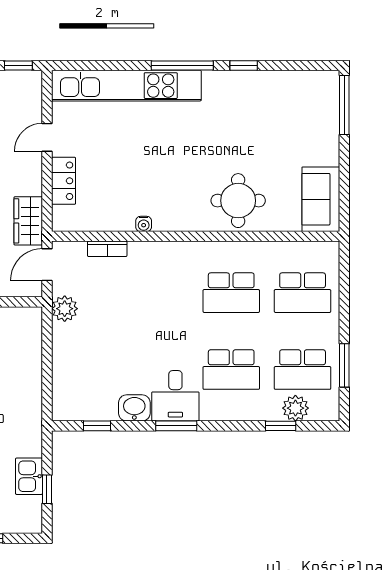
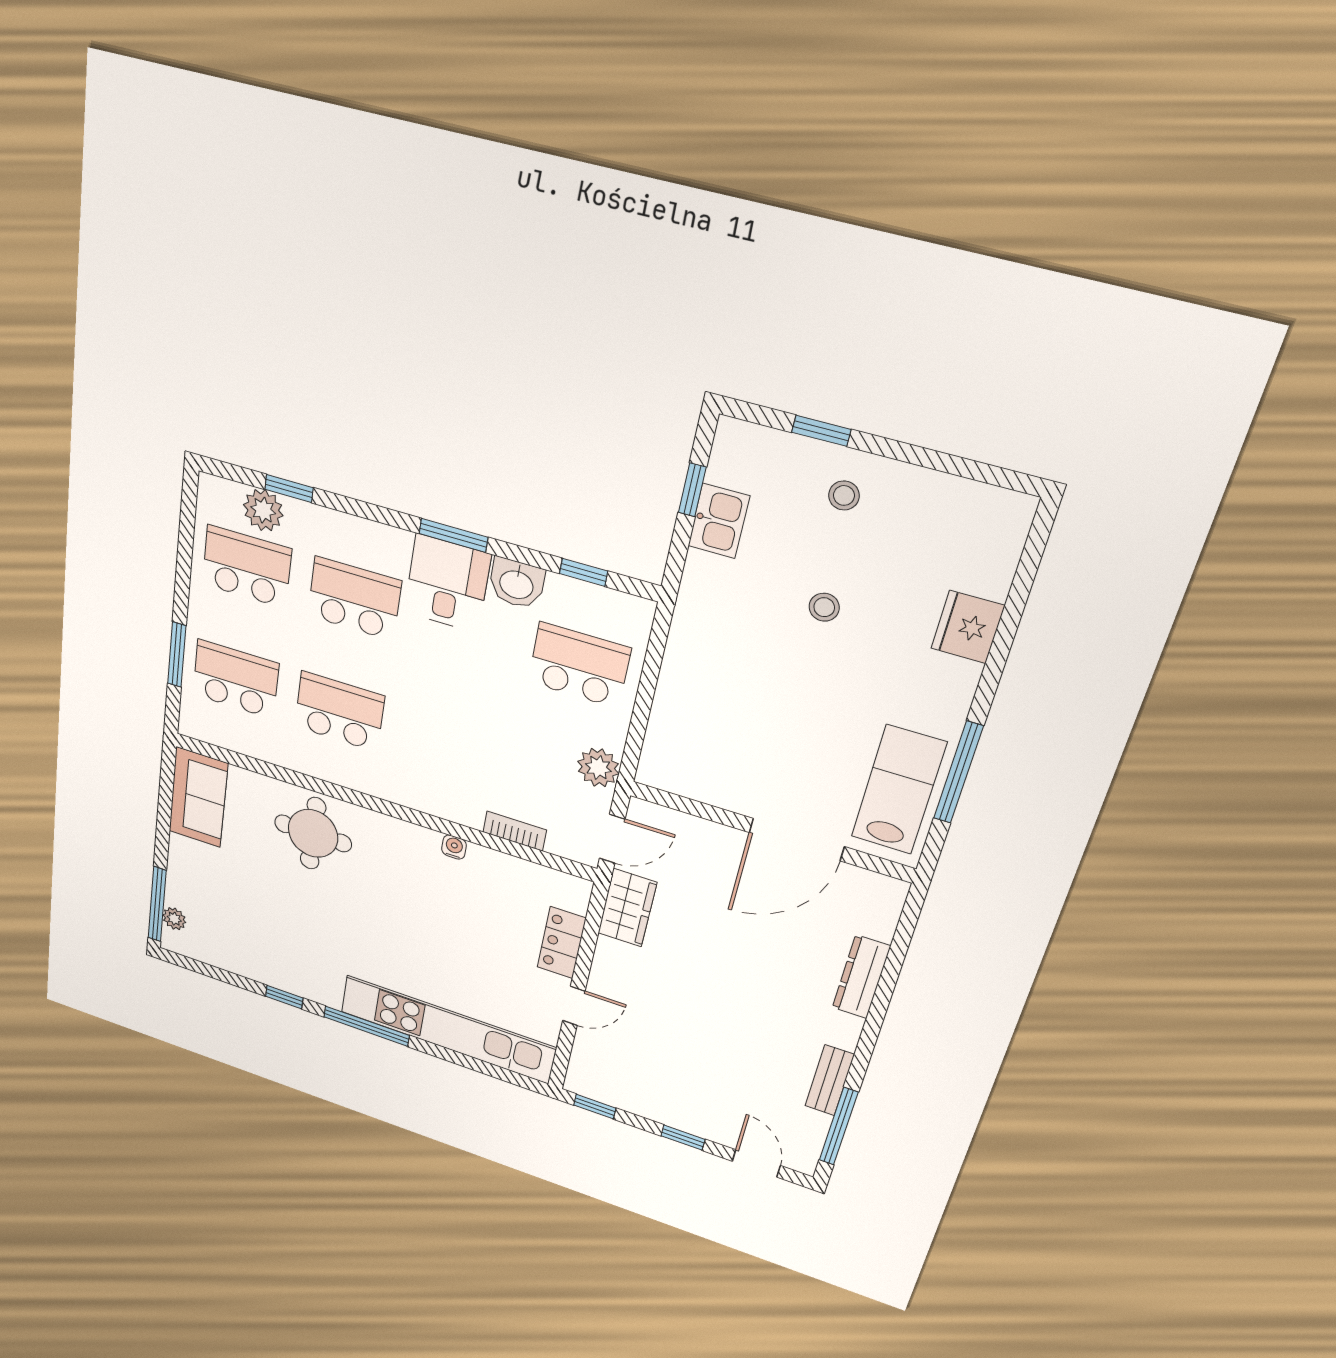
plant: (331, 98) -> (174, 919), added
window: (344, 365) -> (177, 655), moved
school desk: (89, 370) -> (579, 665), added

